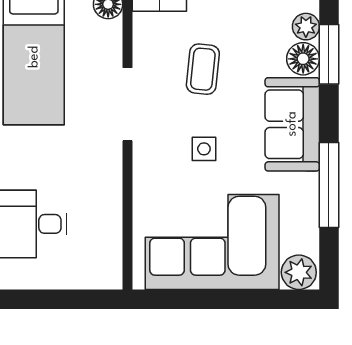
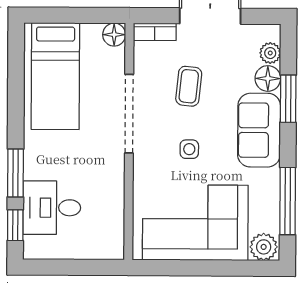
window: (329, 54) -> (288, 99), moved
doorway: (127, 104) -> (129, 114), width x1.36
window: (329, 185) -> (288, 201), moved

